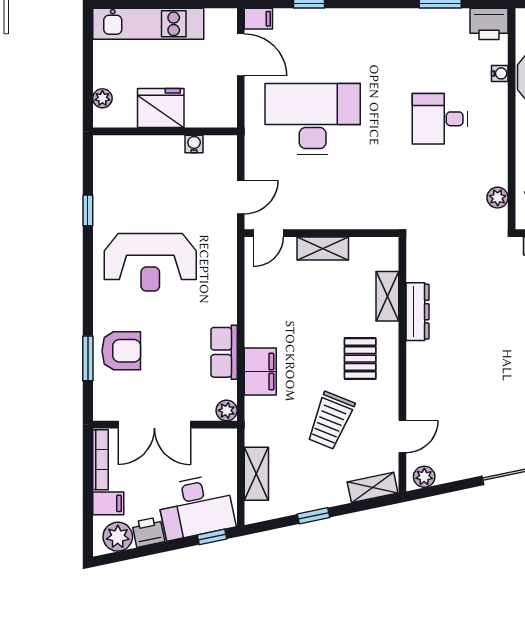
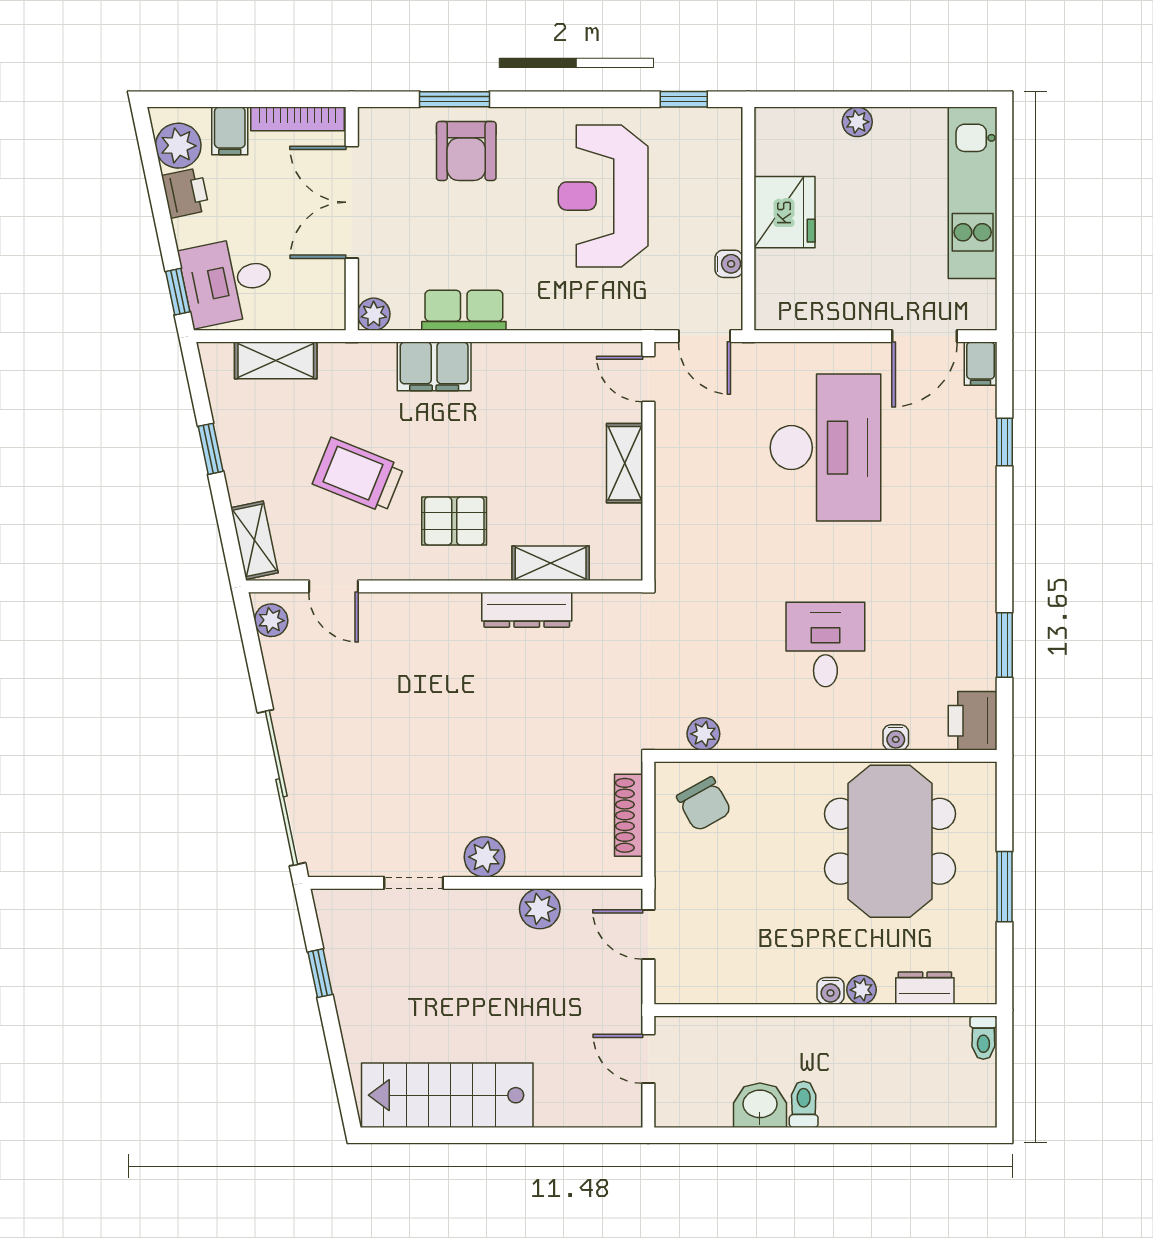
fridge: (161, 108) -> (784, 212), moved
wall: (165, 131) -> (748, 219), moved
water cooler: (194, 144) -> (729, 264), moved
desk: (196, 507) -> (228, 281), width x0.73

